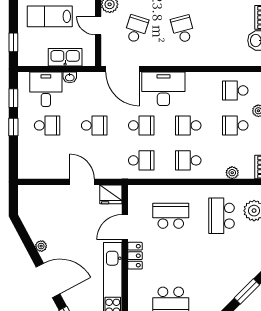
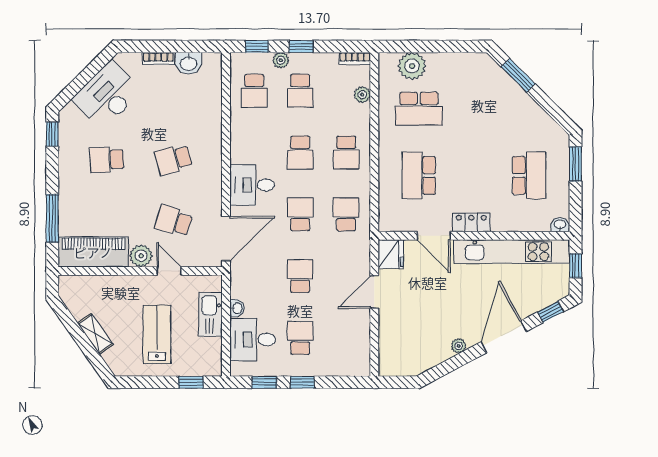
lab bench: (50, 16) -> (157, 334), turned 180
door: (98, 26) -> (169, 271), swing flipped
desk: (163, 89) -> (252, 185), width x0.73

